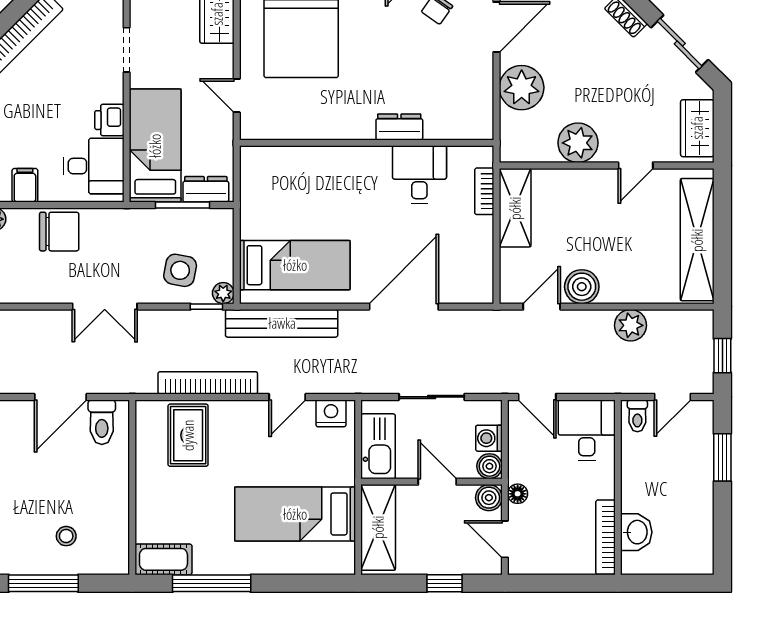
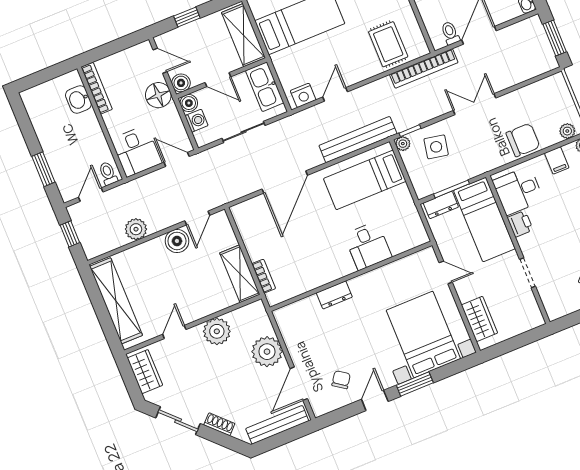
desk: (419, 175) -> (368, 246), moved
chair: (59, 232) -> (523, 140), turned 180
bookcase: (208, 383) -> (424, 68), moved
toilet: (102, 422) -> (450, 33), width x0.73, depth x0.72
floor lamp: (518, 494) -> (158, 95), width x1.89, depth x1.89

